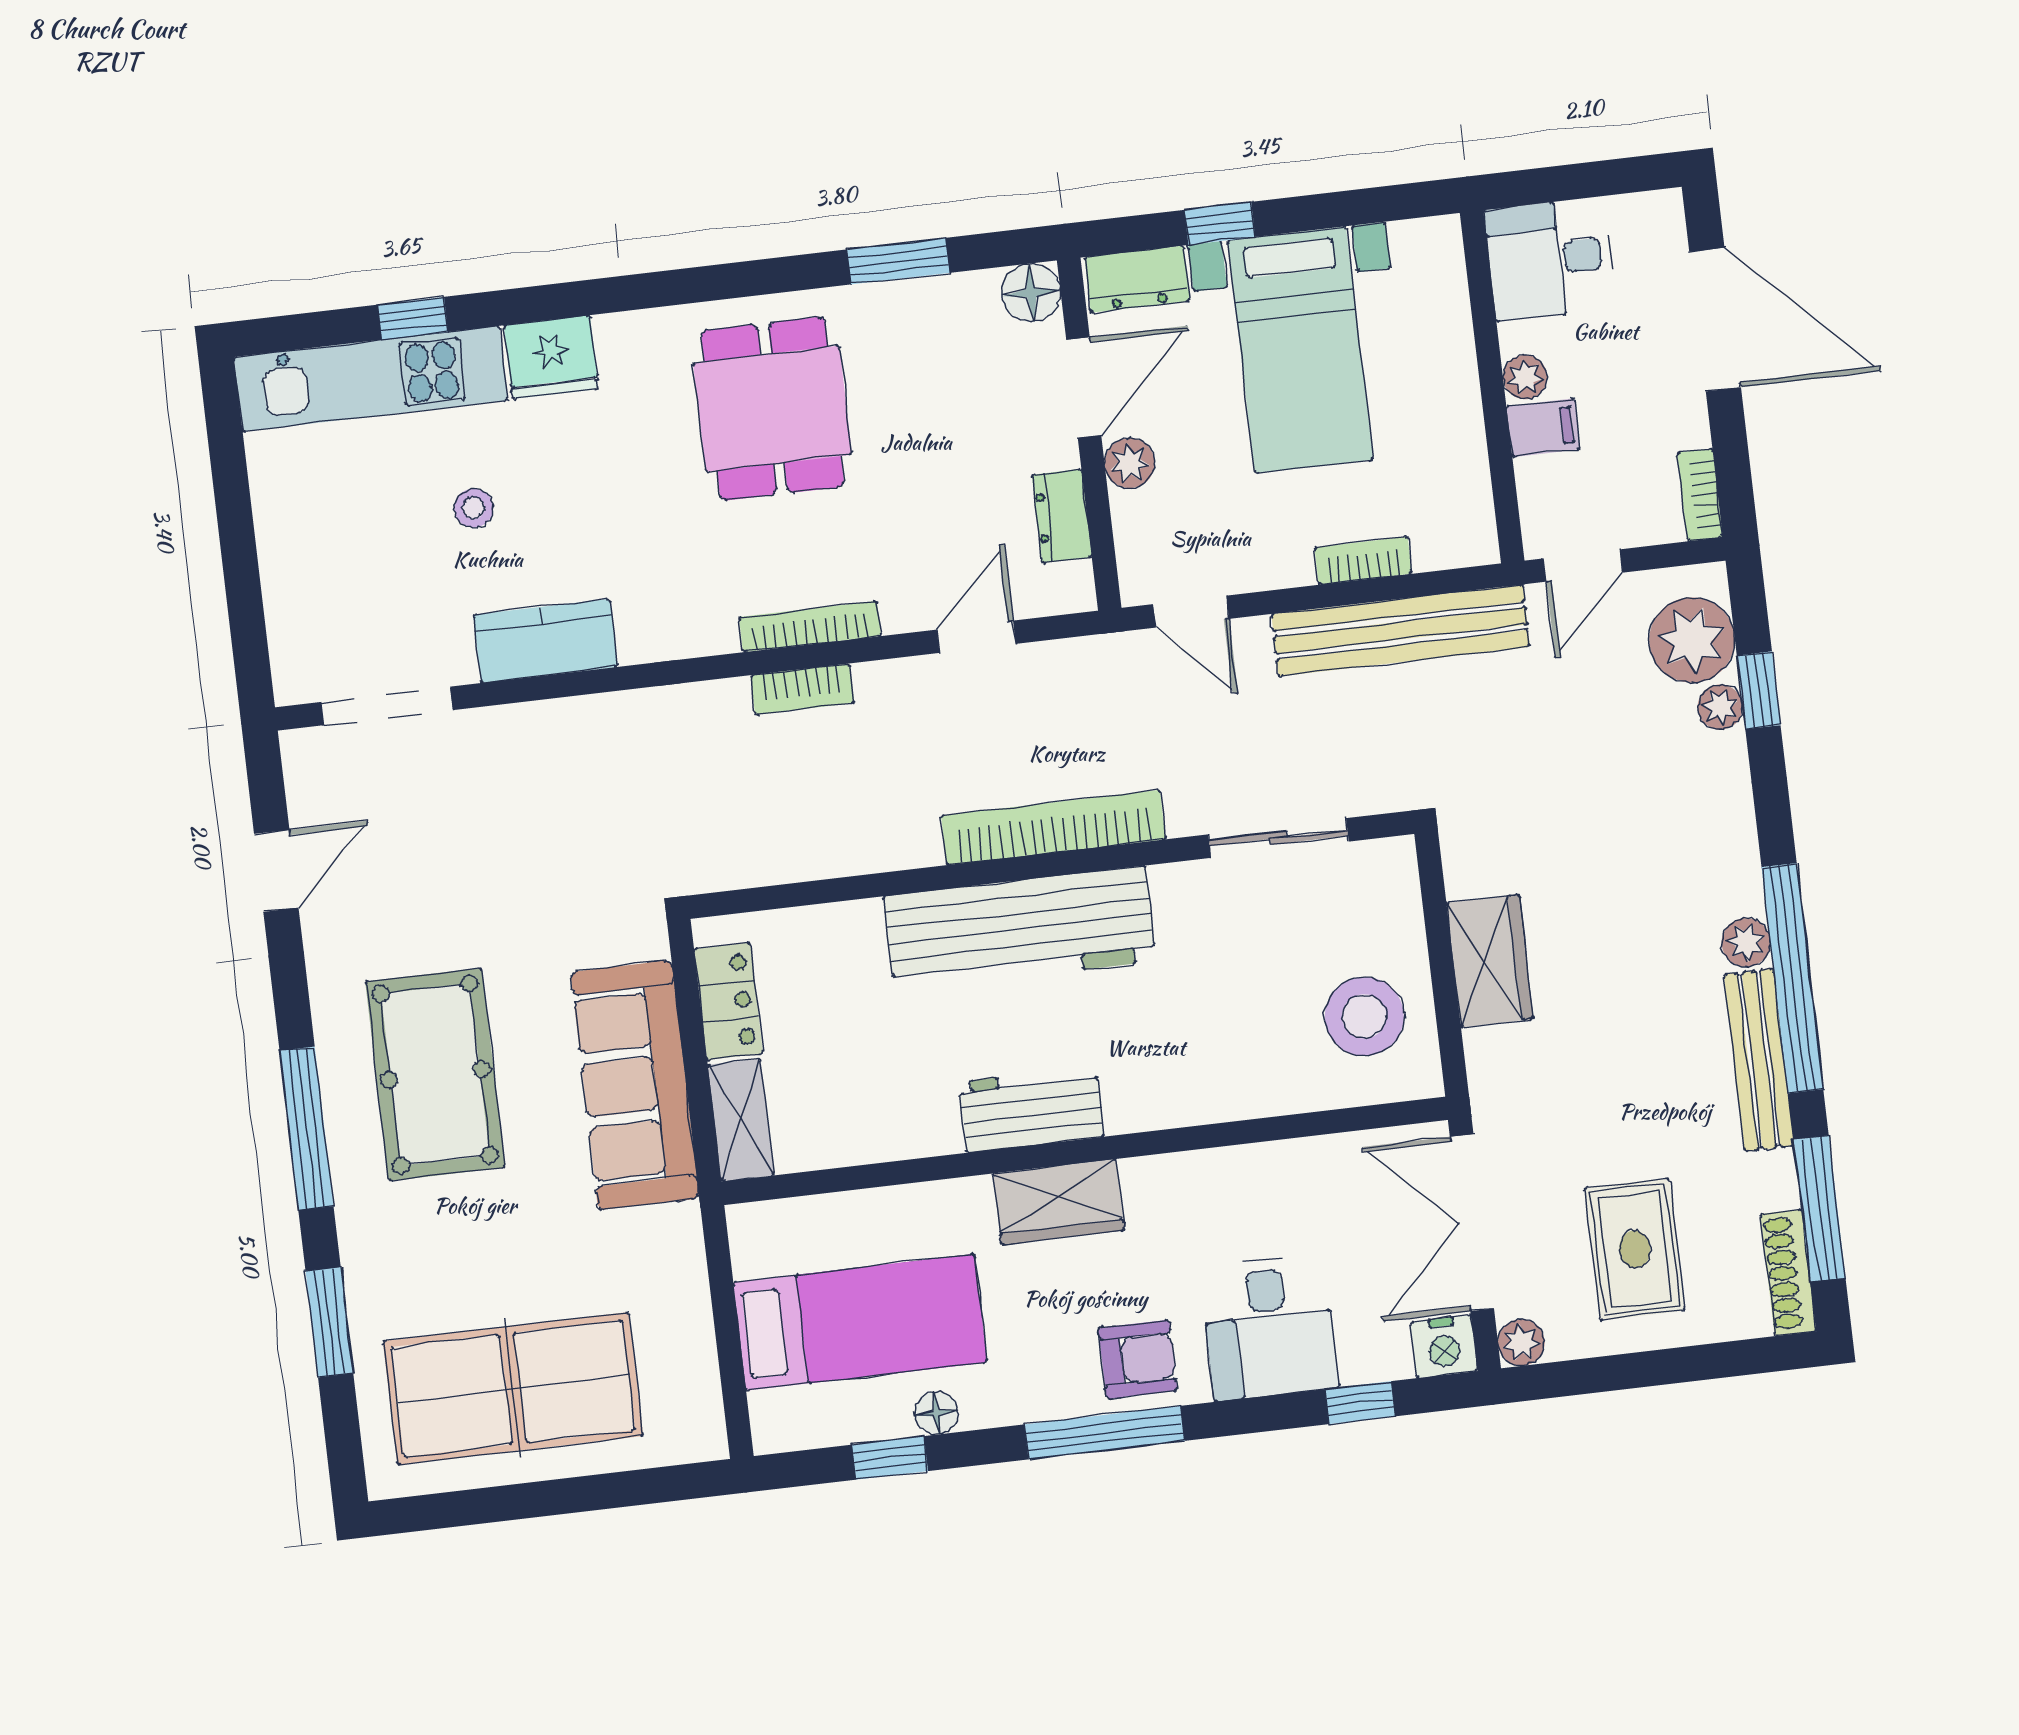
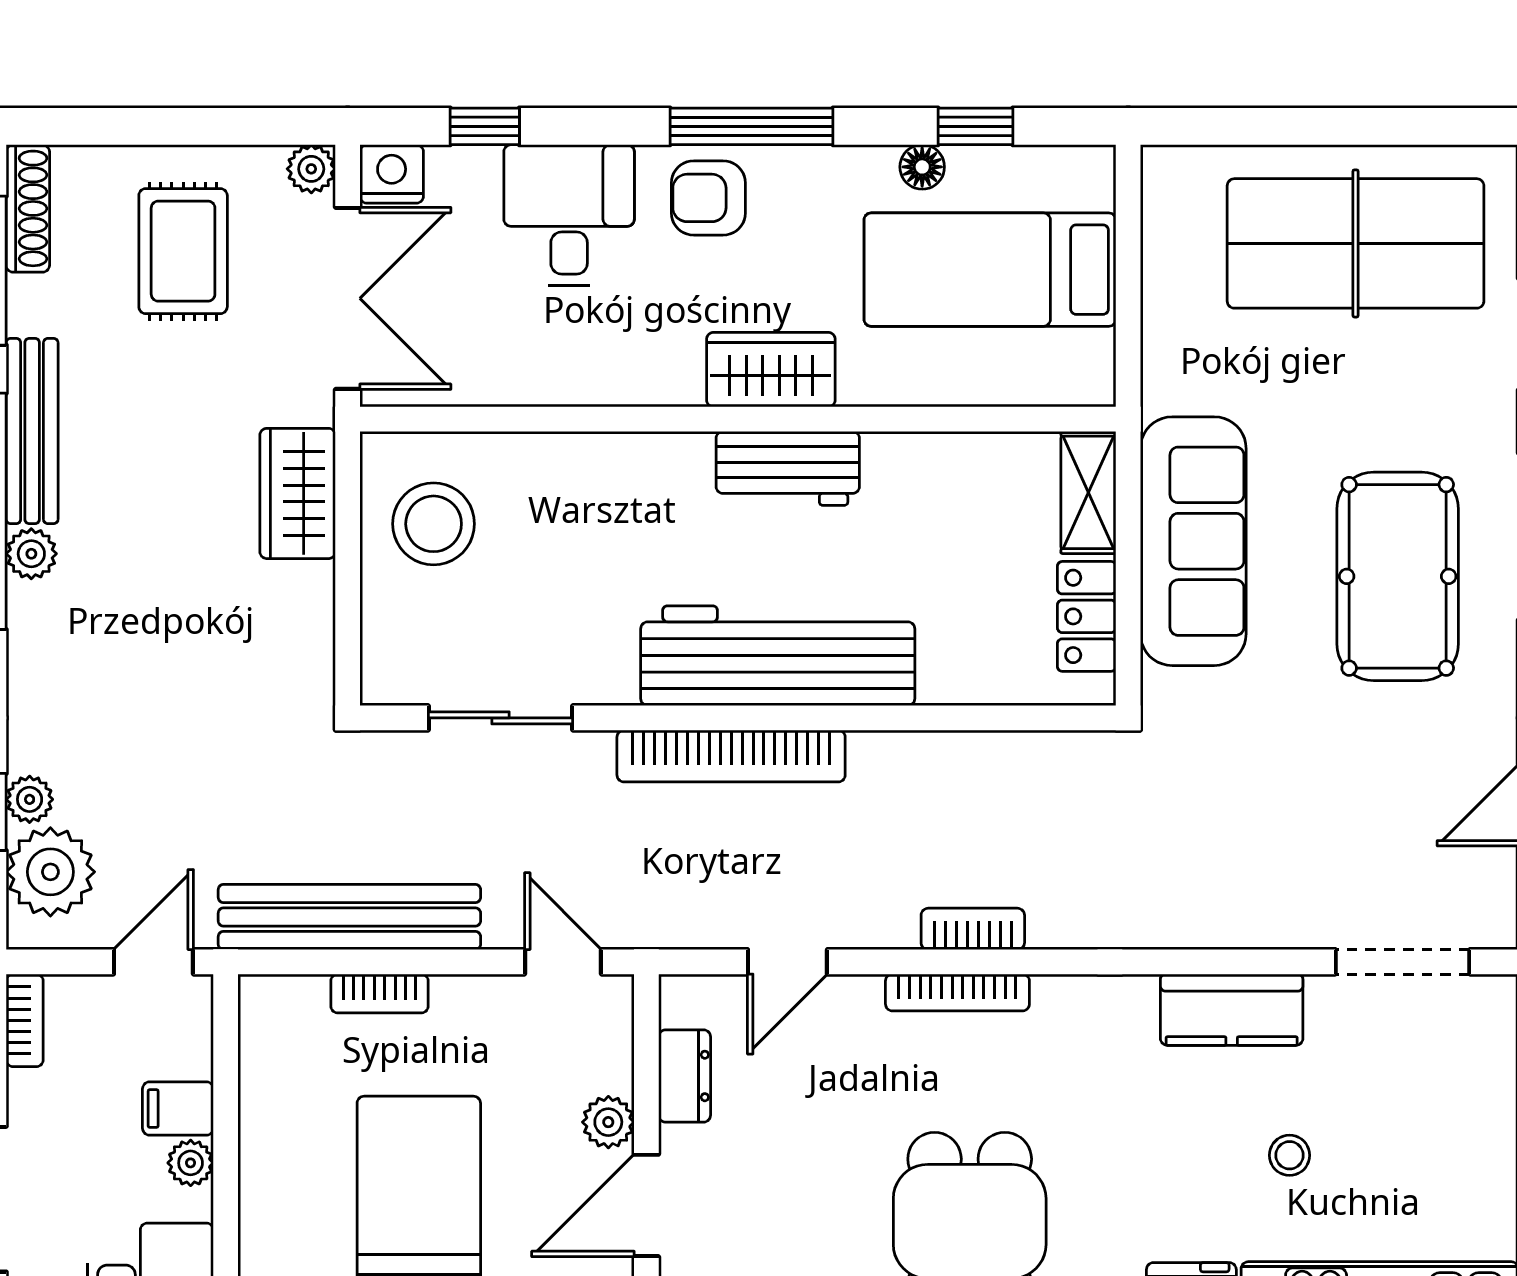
wardrobe: (1490, 961) -> (298, 493), moved

